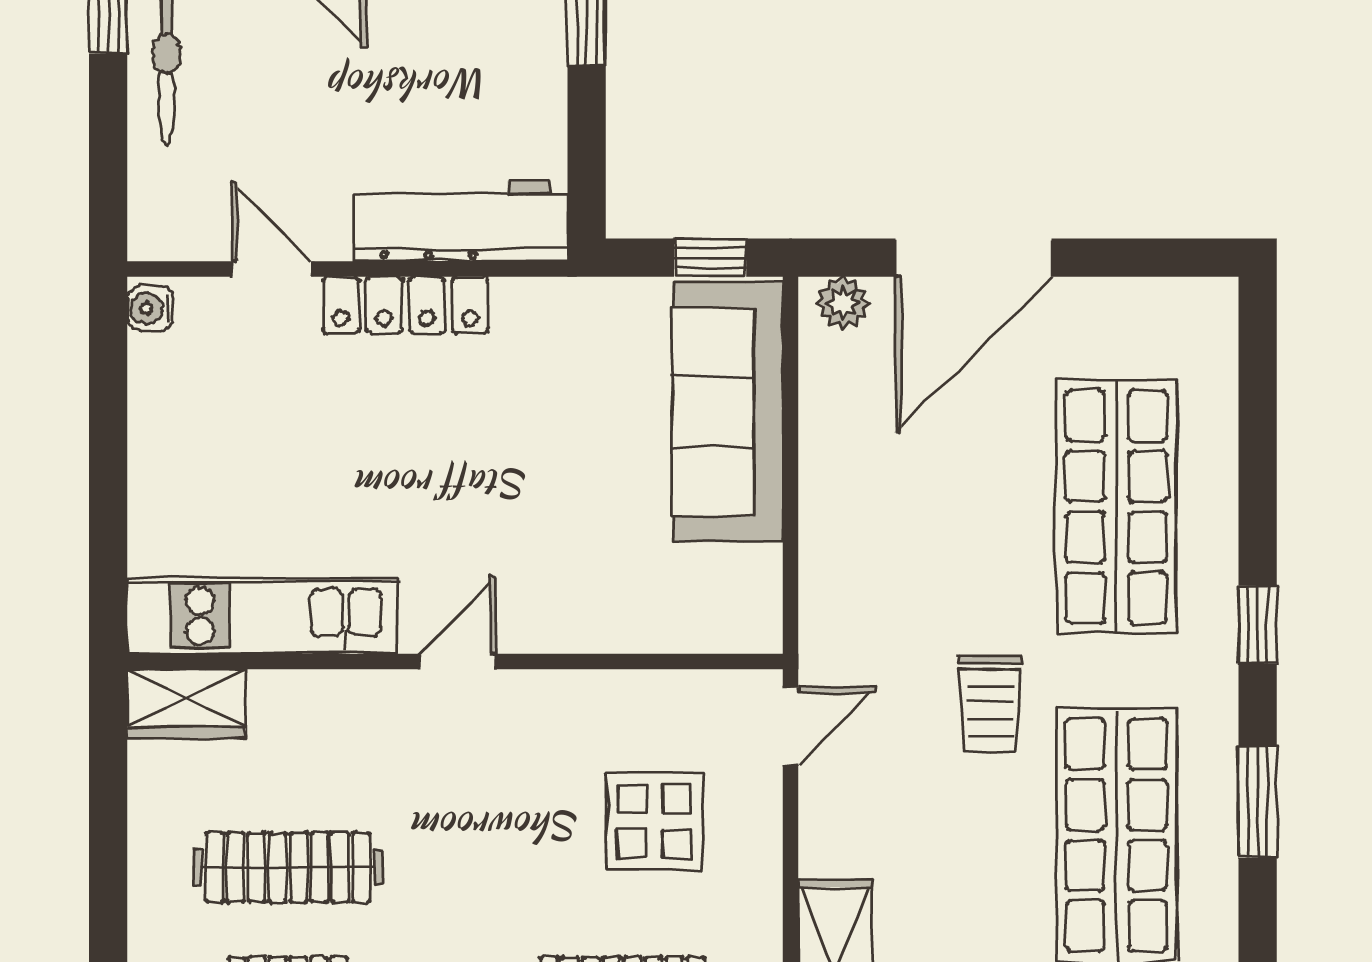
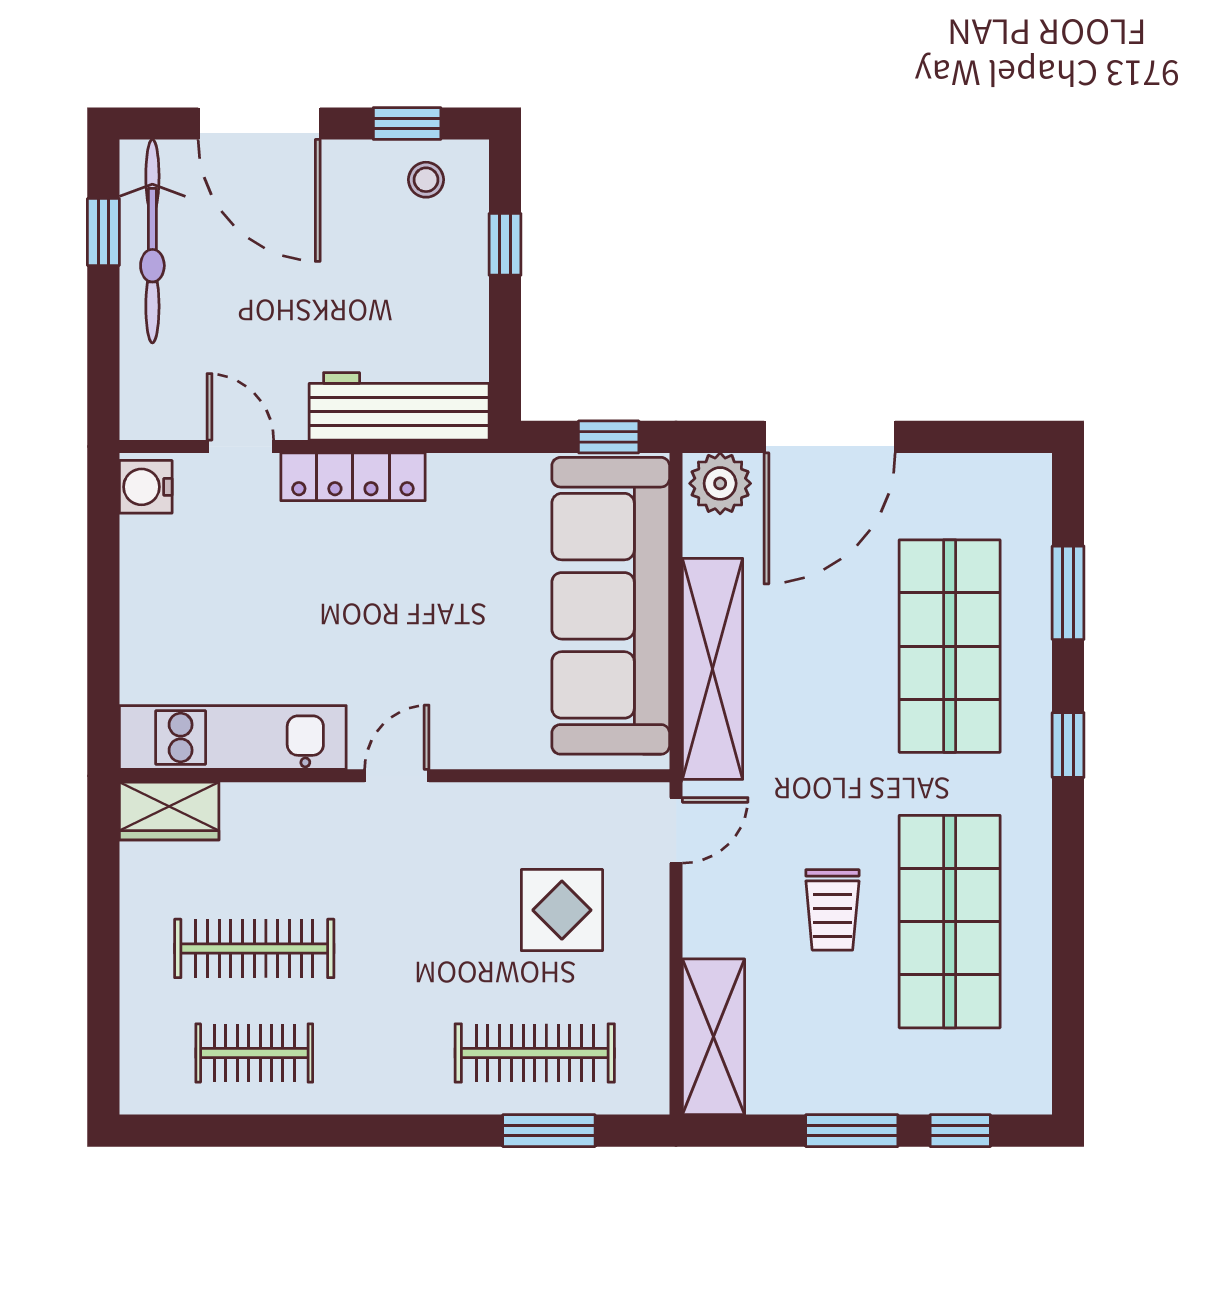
plant: (843, 303) -> (720, 483), width x1.38, depth x1.38
water cooler: (150, 308) -> (146, 487), width x1.38, depth x1.38
sofa: (728, 412) -> (611, 606), width x1.36, depth x1.27
shelving: (834, 534) -> (713, 669), added
trolley: (990, 704) -> (832, 910), moved
window: (1258, 802) -> (1068, 593), moved

